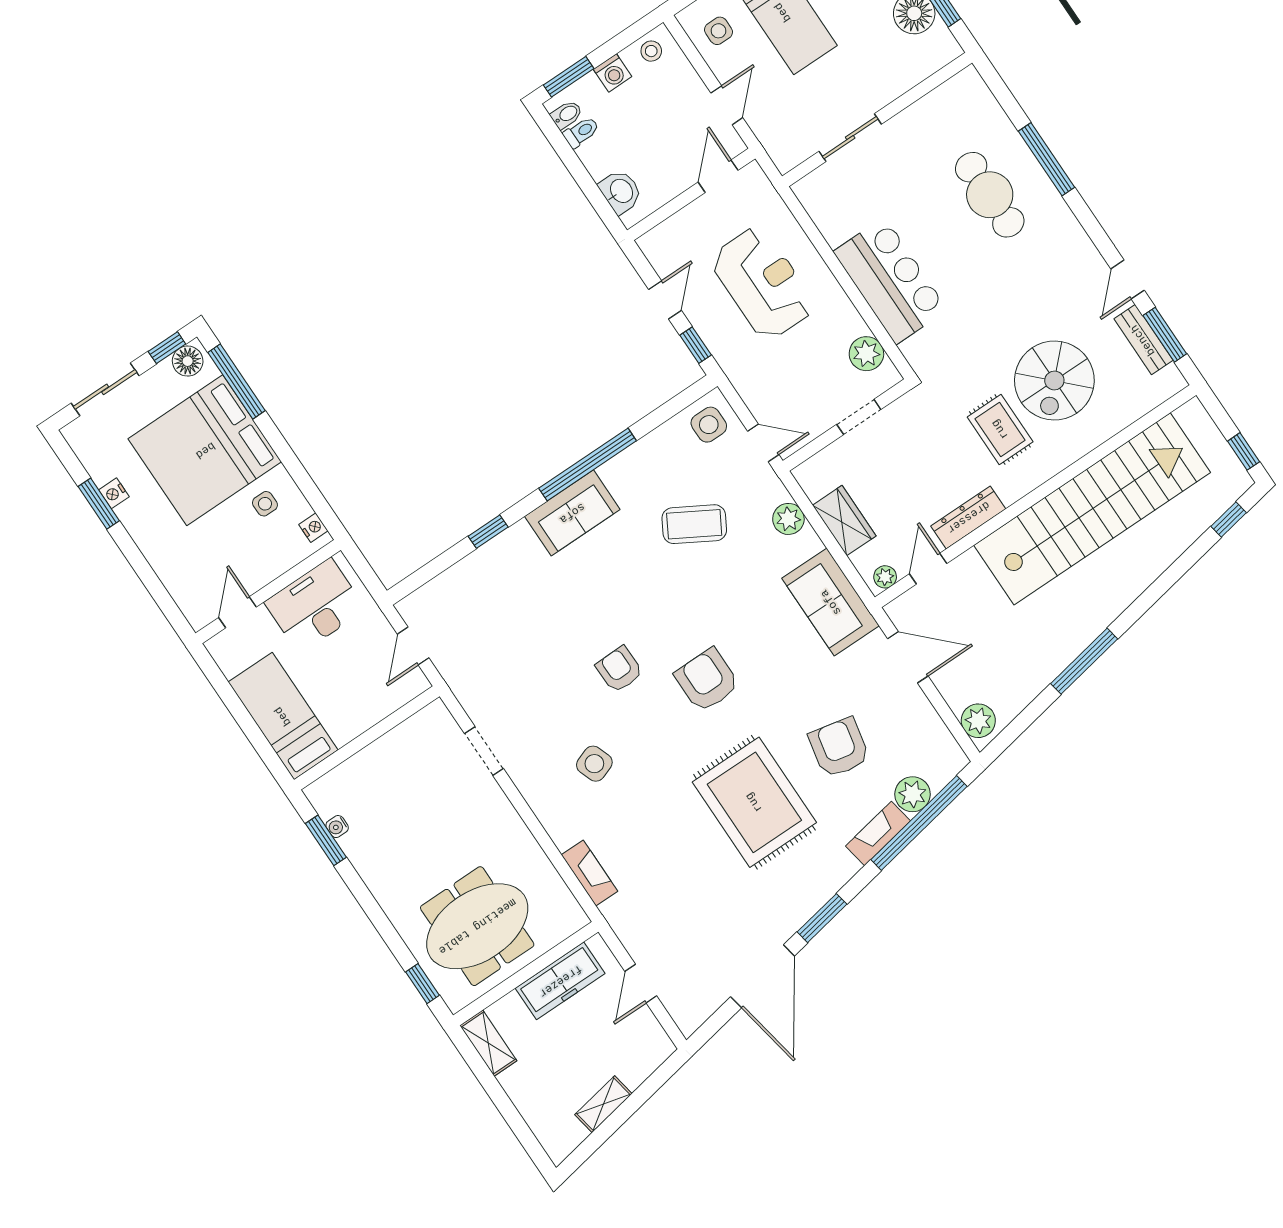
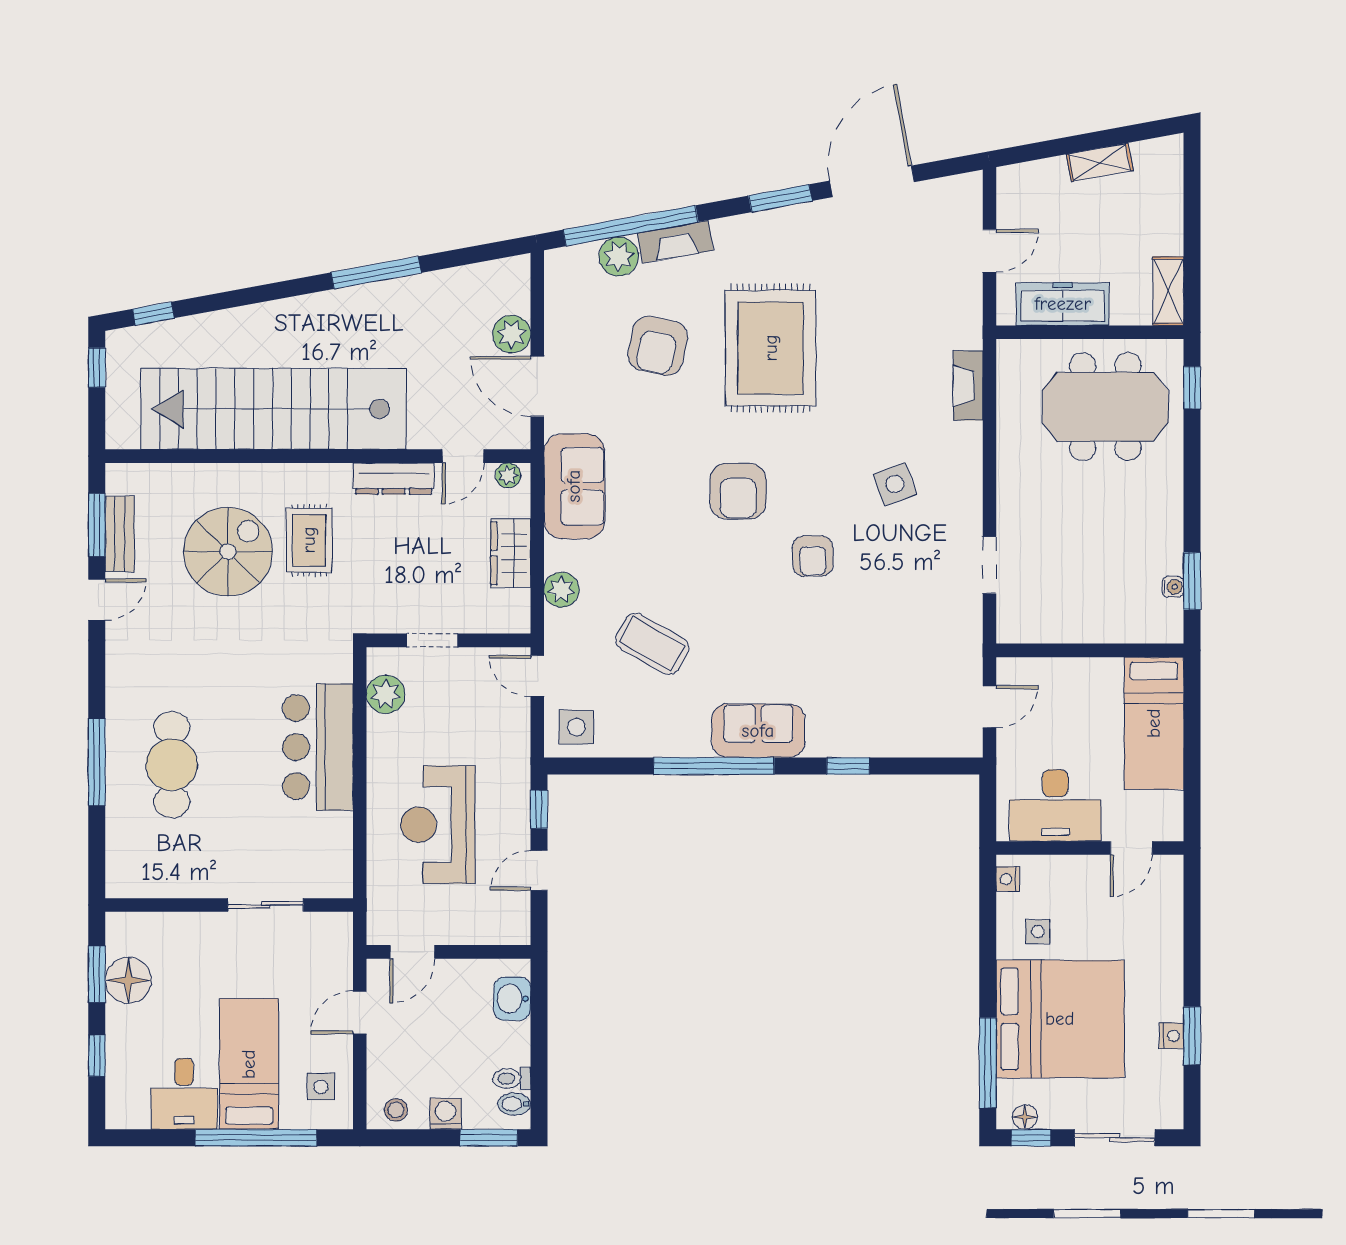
floor lamp: (188, 361) -> (1025, 1117), width x0.73, depth x0.73
plant: (978, 721) -> (512, 334), moved

